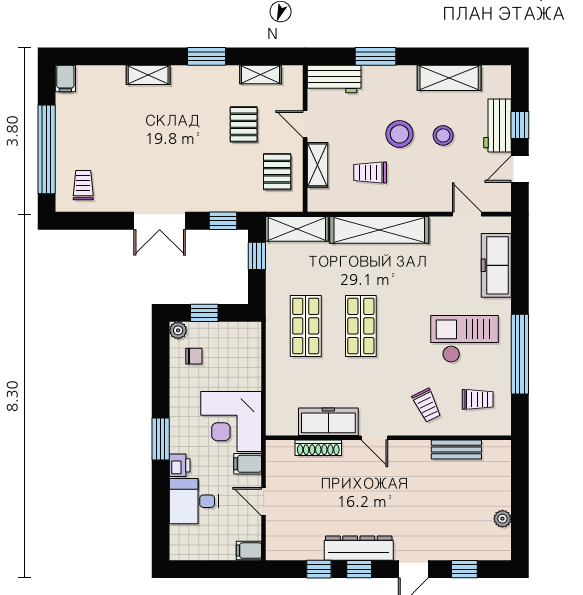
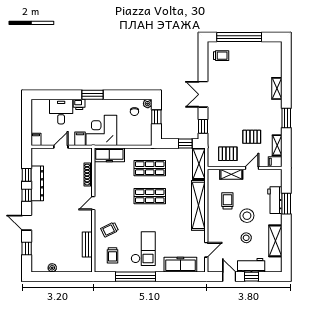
filing cabinet: (65, 79) -> (275, 162), moved
workbench: (334, 79) -> (275, 200), moved
freezer: (328, 422) -> (109, 155), moved, turned 90
dresser: (359, 548) -> (37, 183), moved

